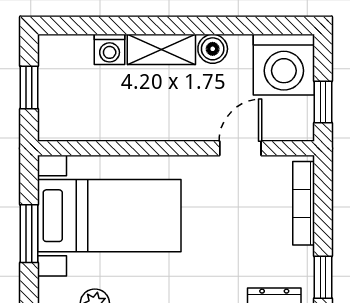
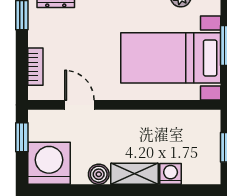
door: (240, 148) -> (79, 105), swing flipped
bookcase: (304, 203) -> (35, 67), width x0.64

